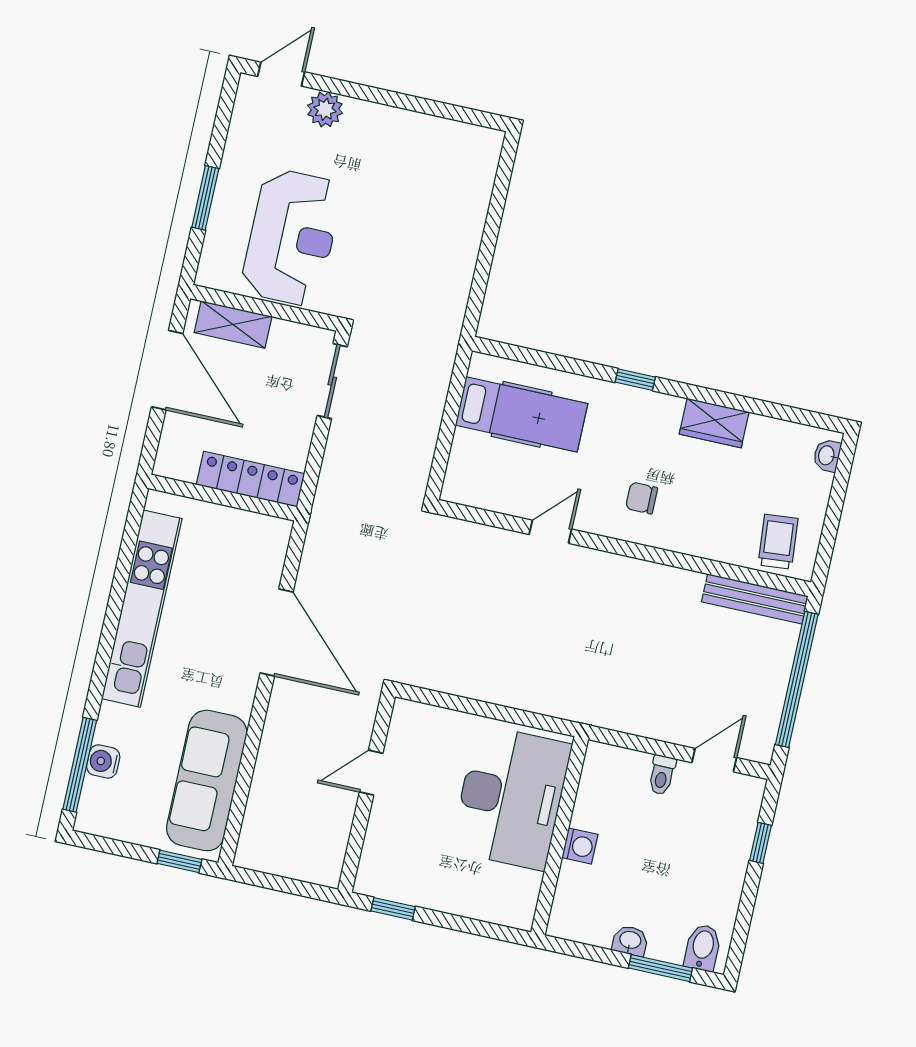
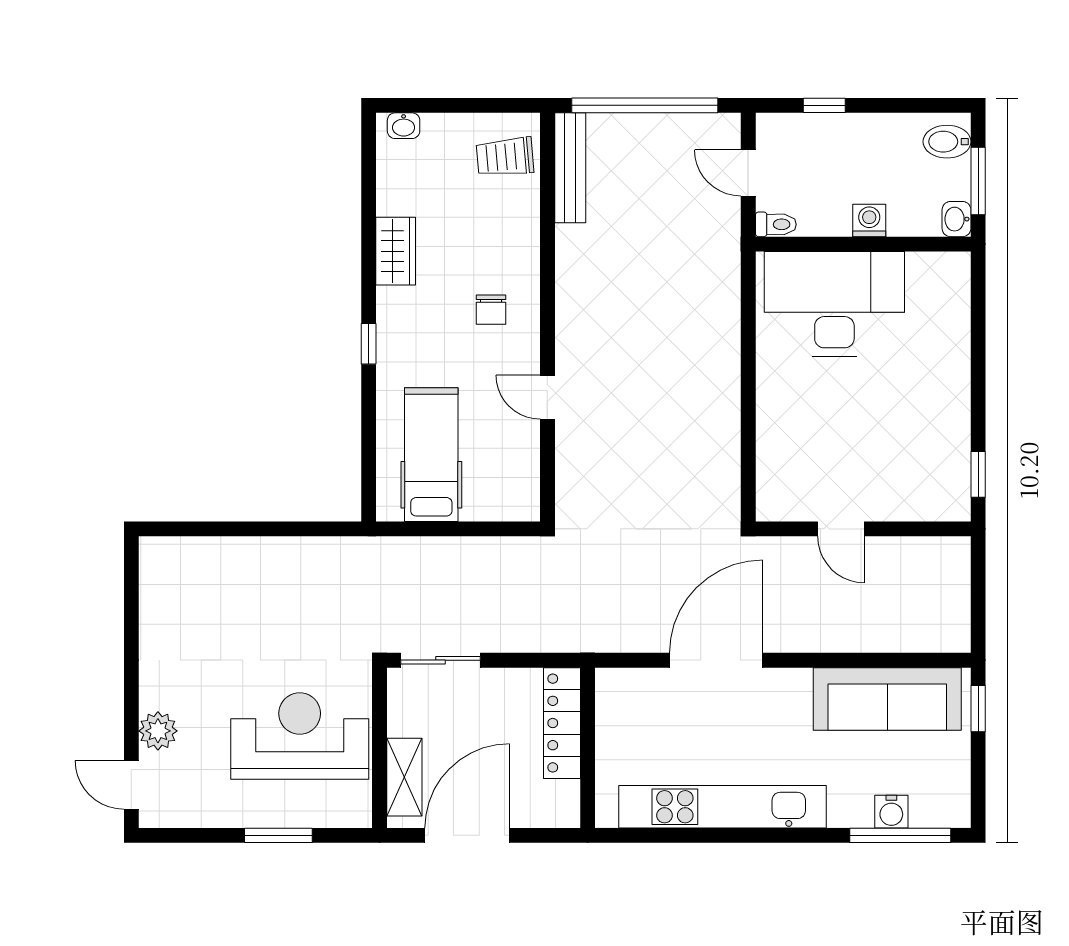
desk: (511, 797) -> (834, 304), moved
wall: (560, 836) -> (863, 244), moved
washing machine: (580, 846) -> (869, 220), moved

